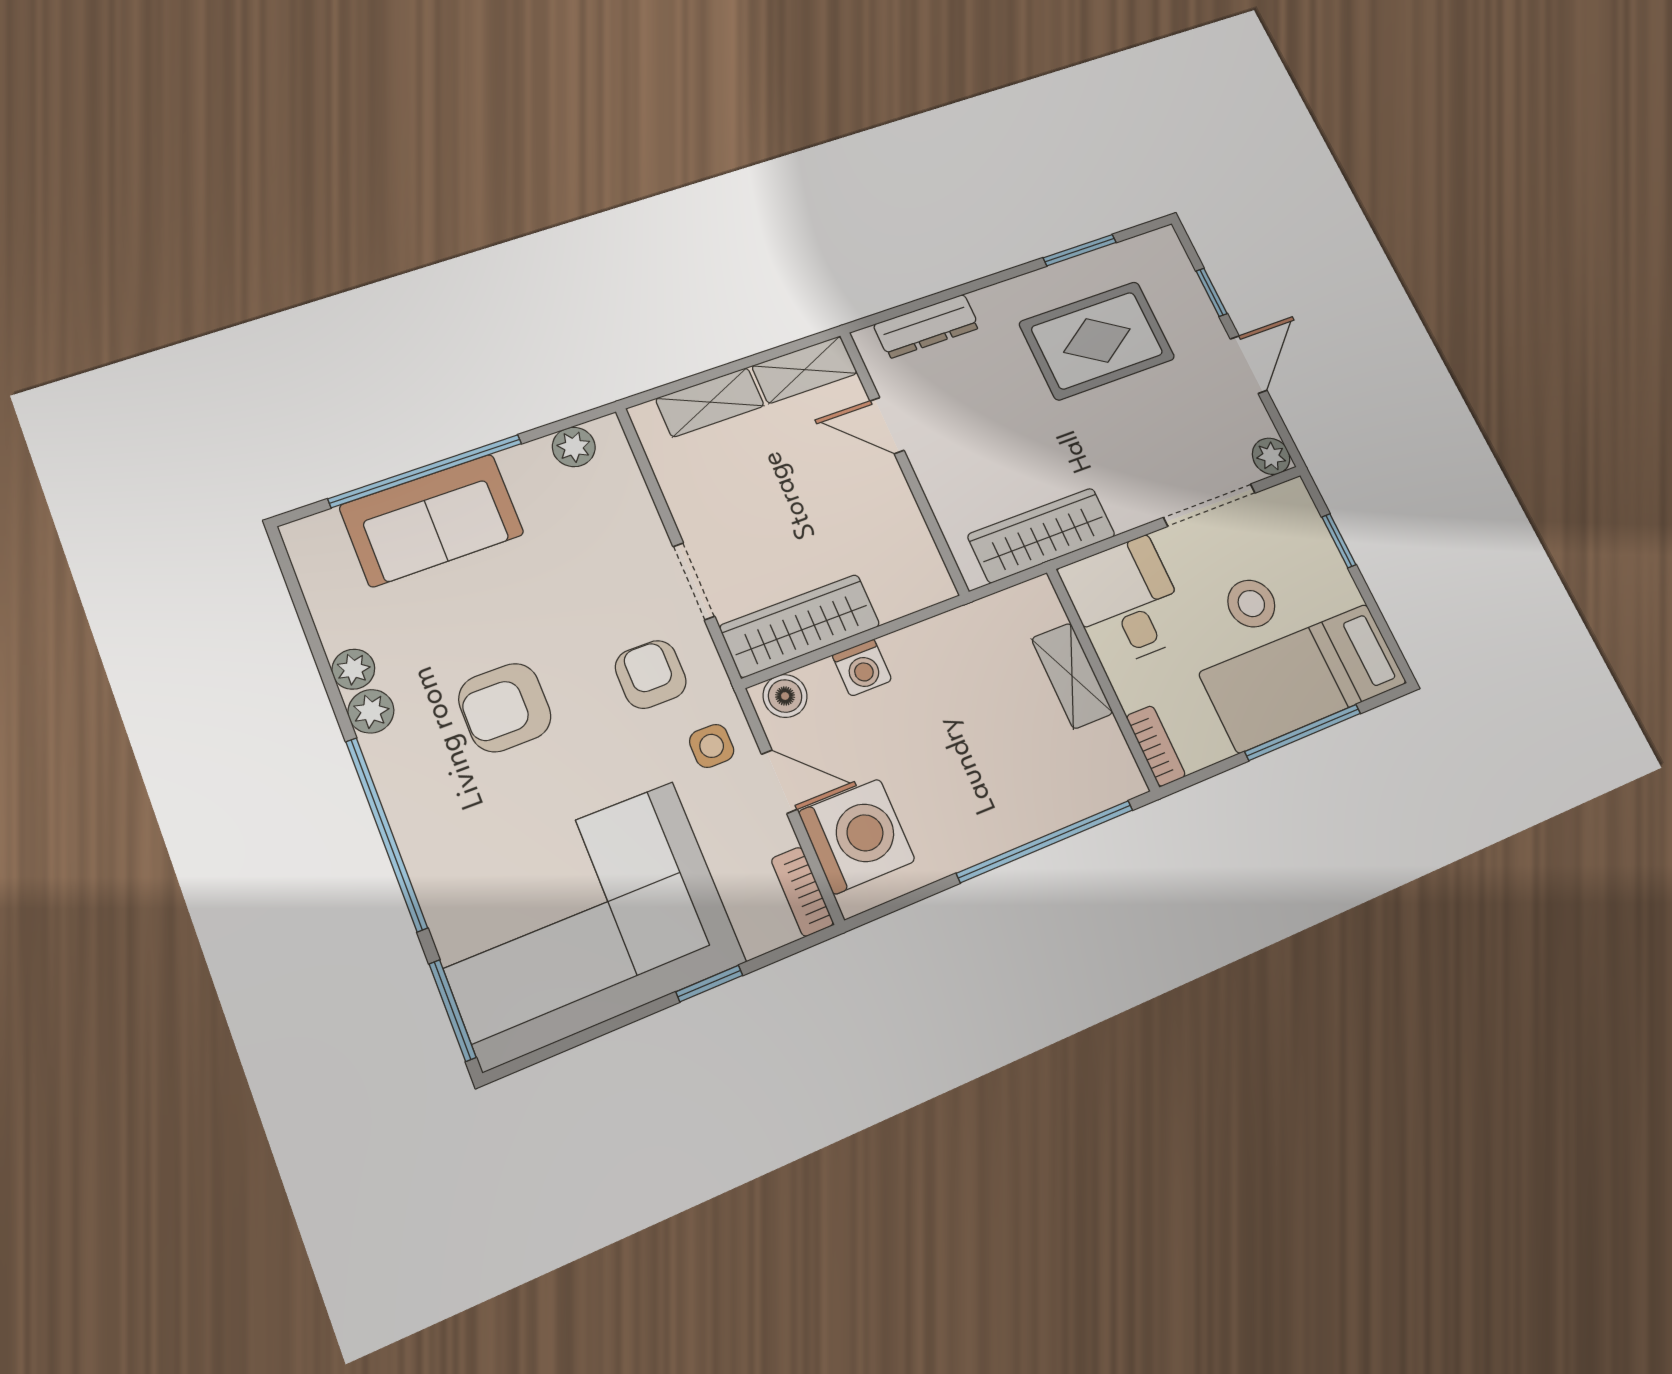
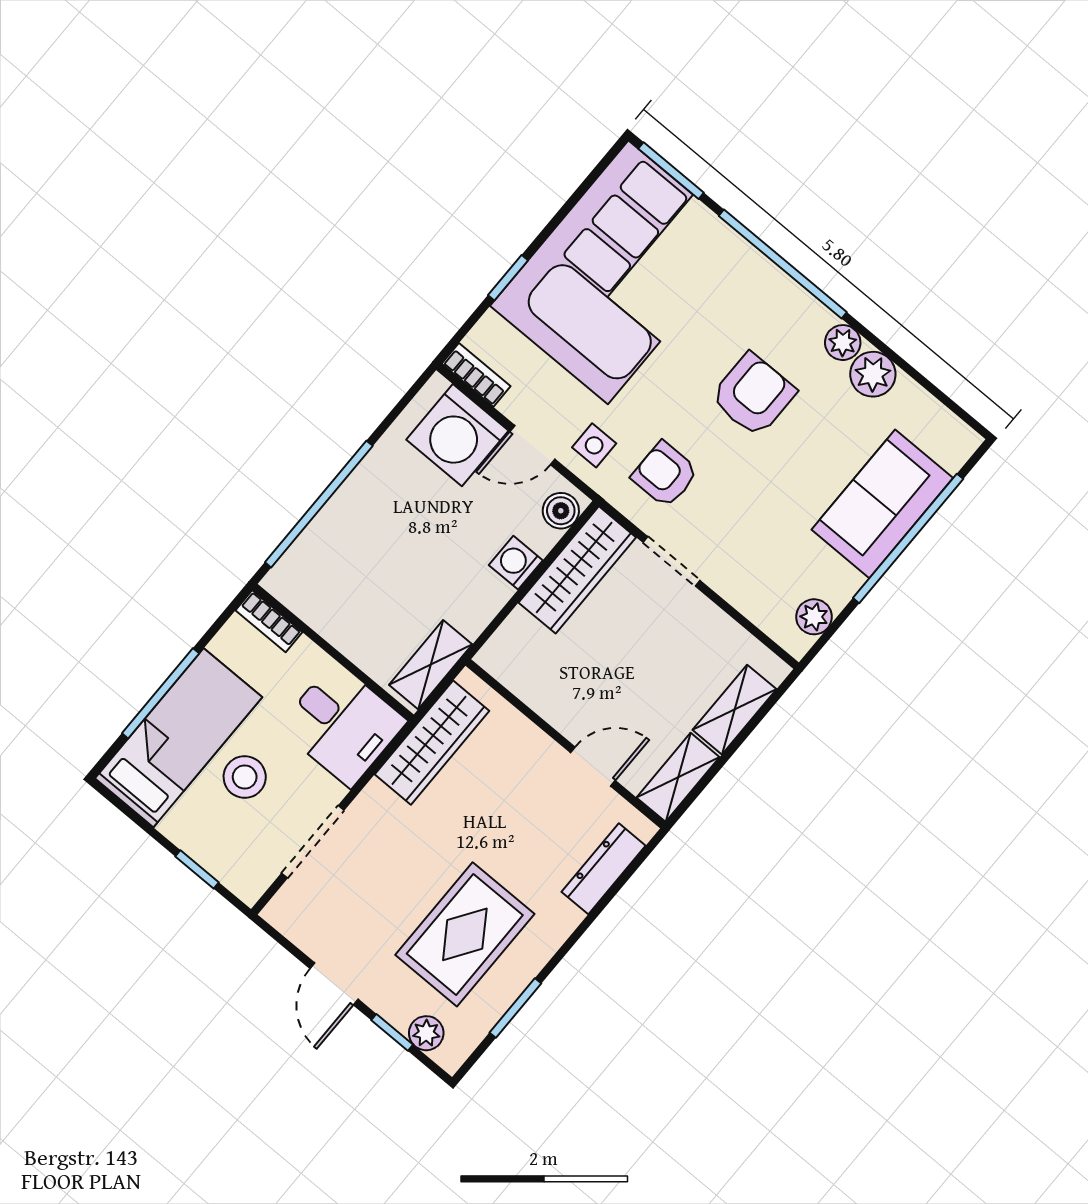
plant: (1271, 456) -> (426, 1033), moved
plant: (353, 669) -> (873, 374), width x1.38, depth x1.38
armchair: (651, 674) -> (665, 474), turned 180
shelving: (1072, 676) -> (431, 665), moved, turned 90

